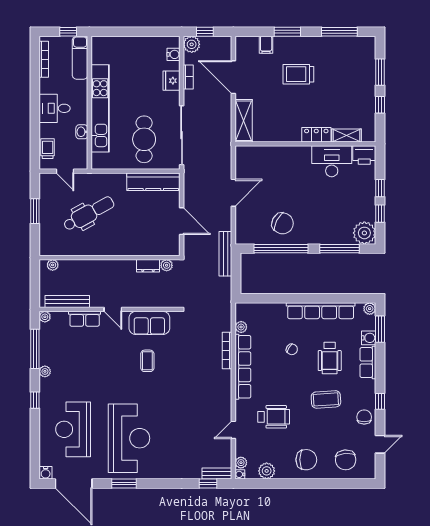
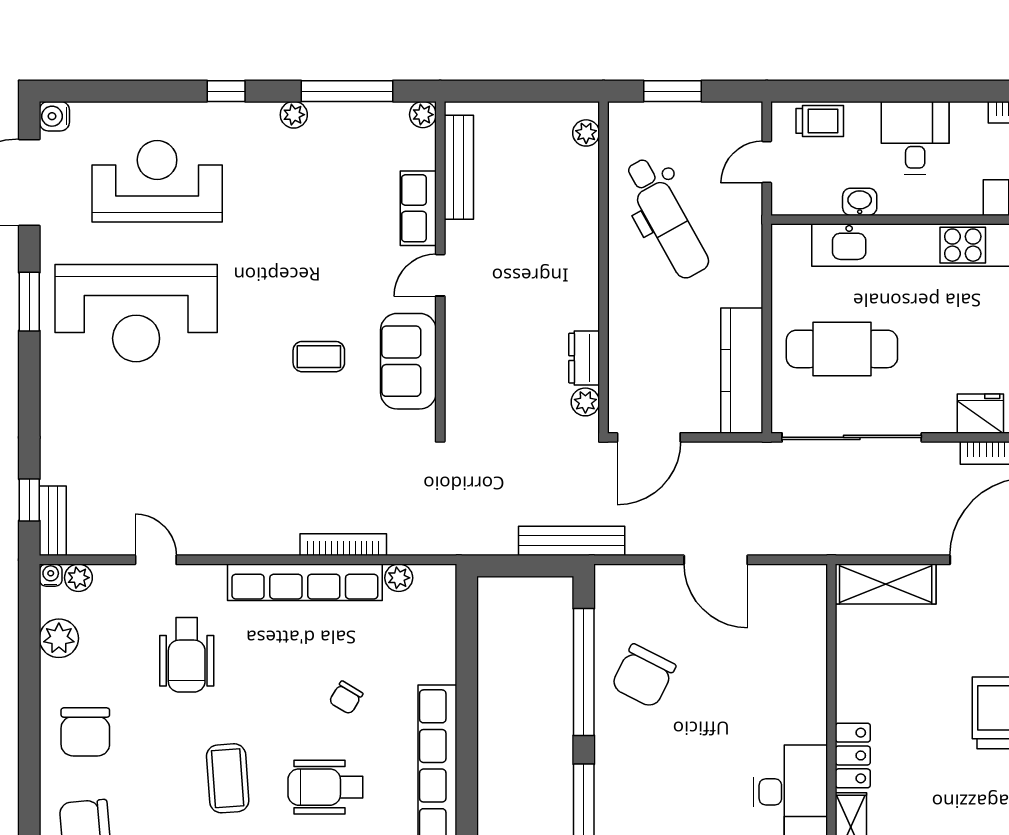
wall: (110, 258) -> (603, 267), moved
plant: (53, 265) -> (586, 133), moved
plant: (167, 265) -> (585, 402), moved
dresser: (148, 266) -> (584, 358), moved

